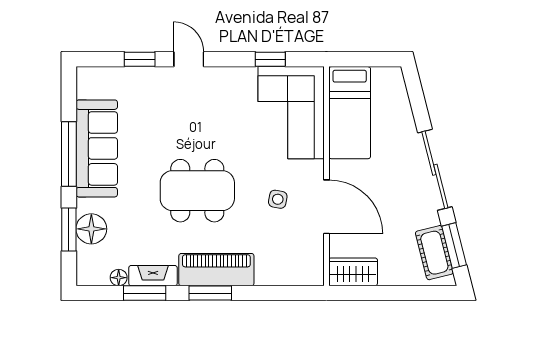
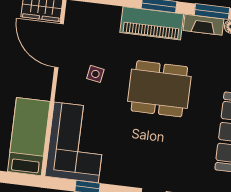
door: (326, 207) -> (59, 46), moved

